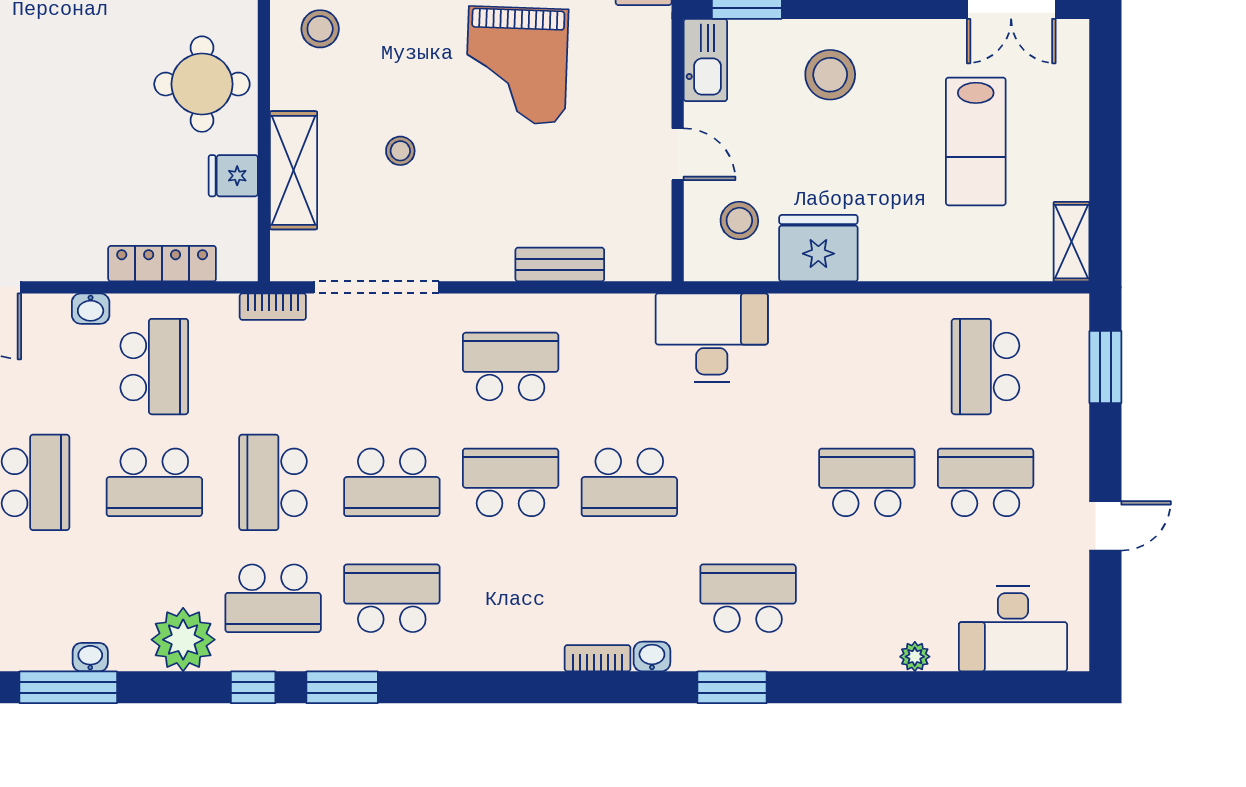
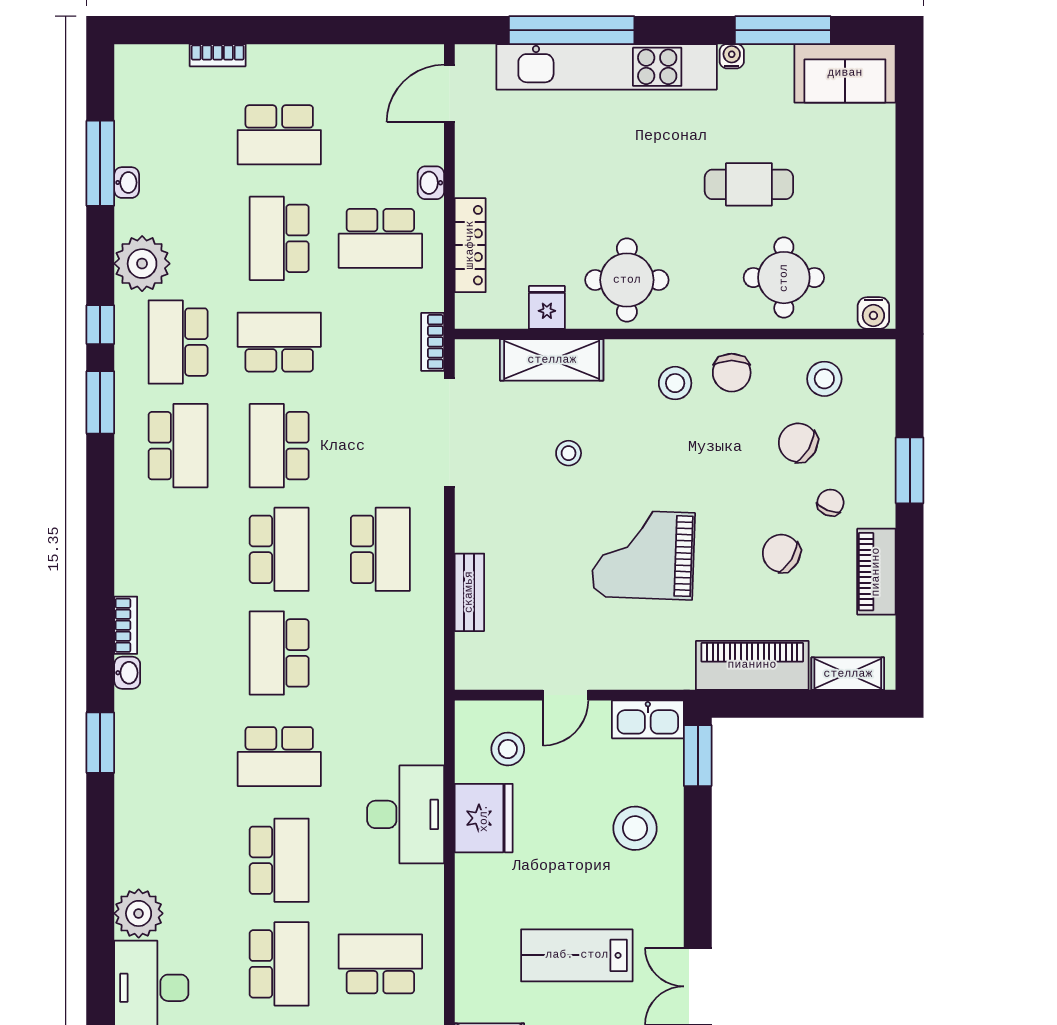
desk: (712, 338) -> (406, 814), moved
school desk: (748, 598) -> (279, 757), moved, turned 90
plant: (915, 657) -> (139, 913), width x1.88, depth x1.88

